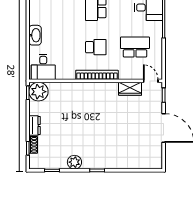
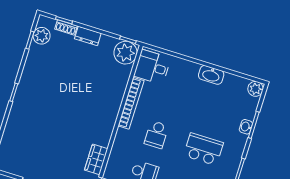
washbasin: (35, 35) -> (211, 75), moved
bookcase: (97, 75) -> (131, 103), moved
plant: (74, 162) -> (42, 36), moved

